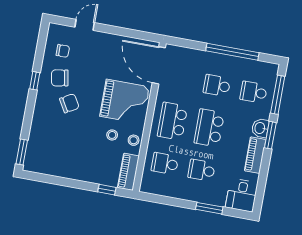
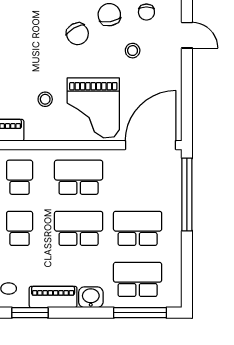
window: (232, 52) -> (187, 195), moved
school desk: (217, 85) -> (138, 228), width x1.85
school desk: (254, 92) -> (138, 279), width x1.85
window: (270, 135) -> (30, 313), moved
stool: (134, 140) -> (133, 51), moved

